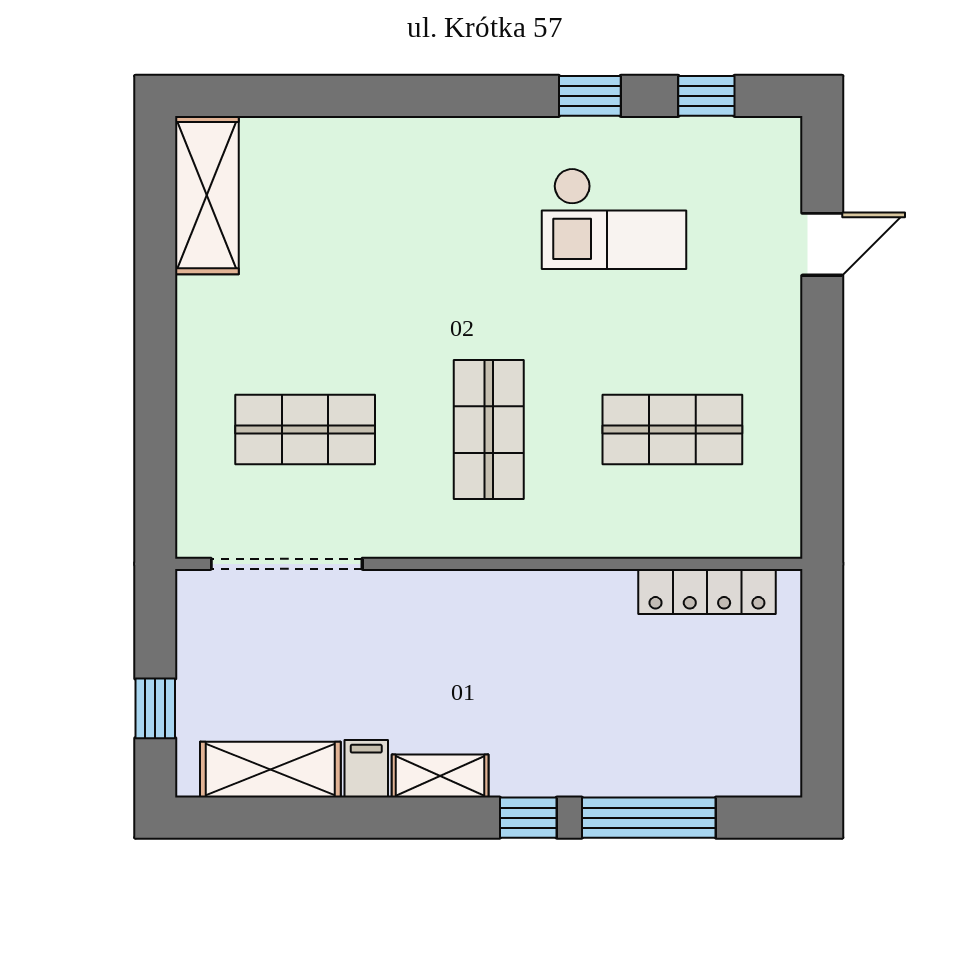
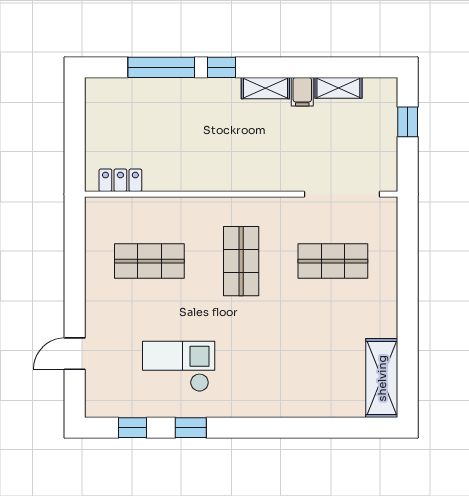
locker: (707, 591) -> (120, 180), width x0.66
shelving: (270, 770) -> (338, 88), width x0.67, depth x0.75

